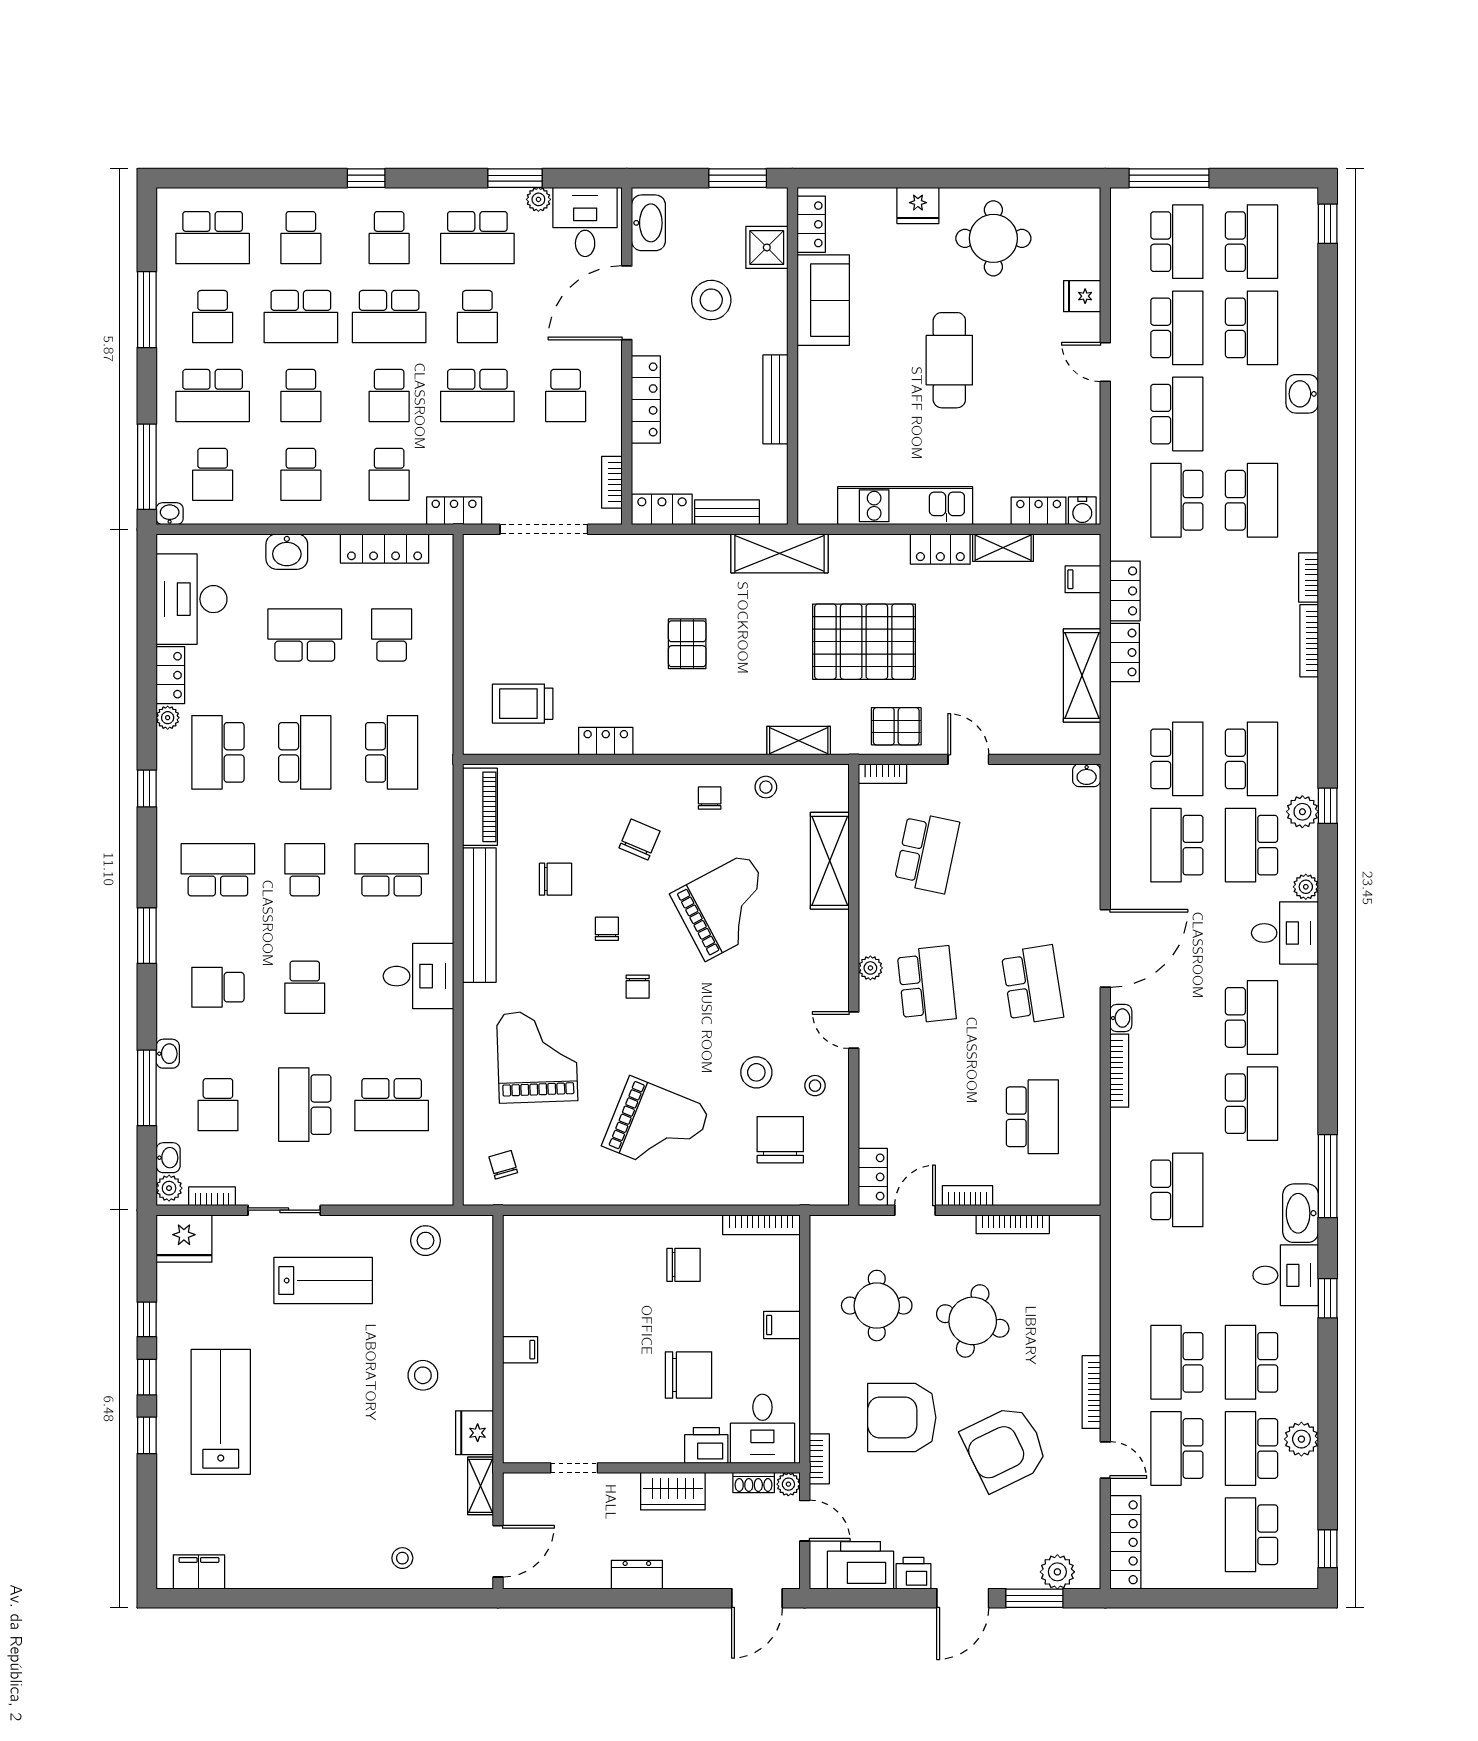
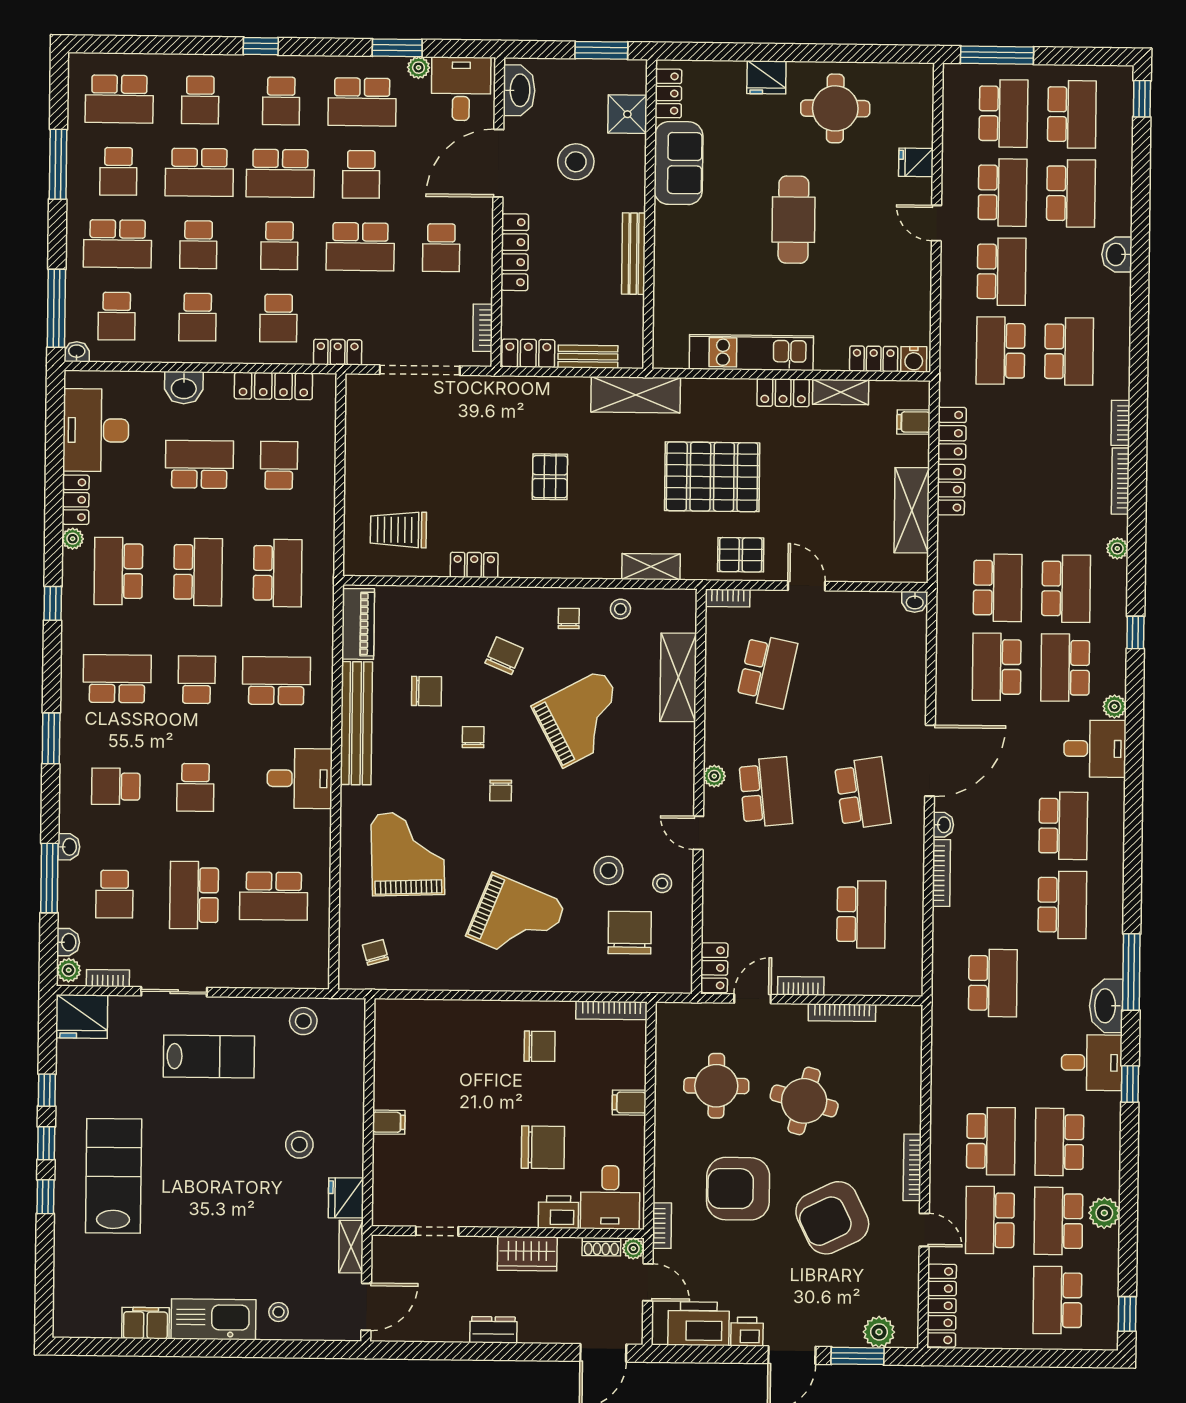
plant: (1302, 812) -> (1117, 548), moved, width x0.73, depth x0.73
school desk: (1177, 1362) -> (991, 1141), turned 180
kitchen sink: (332, 1567) -> (214, 1319), added
filing cabinet: (199, 1572) -> (146, 1323), moved

